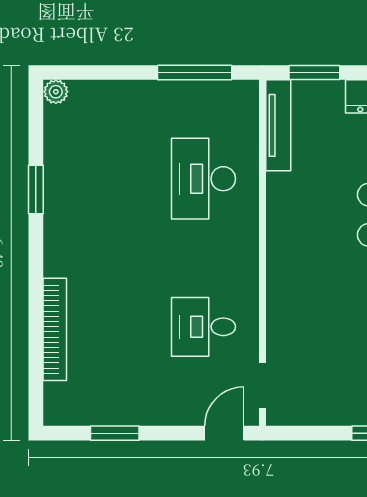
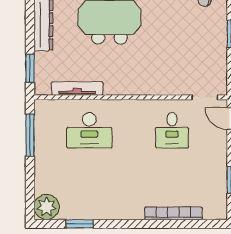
plant: (56, 92) -> (47, 207), width x1.88, depth x1.88
tv unit: (278, 125) -> (77, 88), moved
window: (36, 189) -> (80, 224), moved

